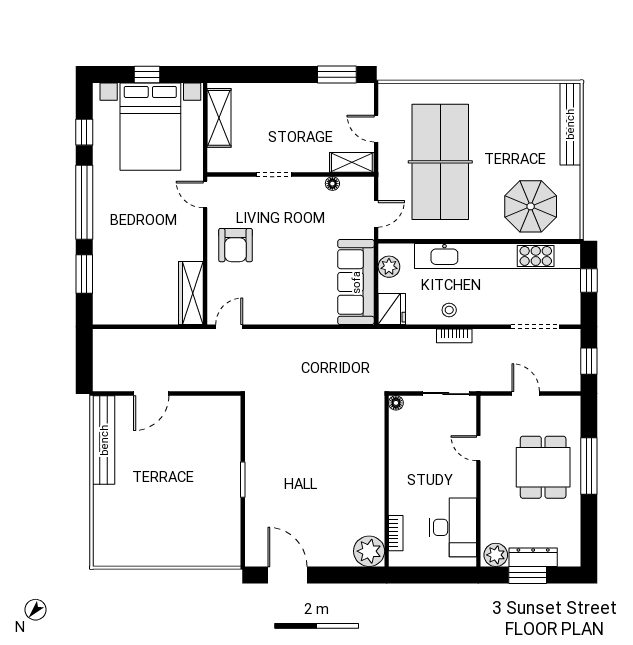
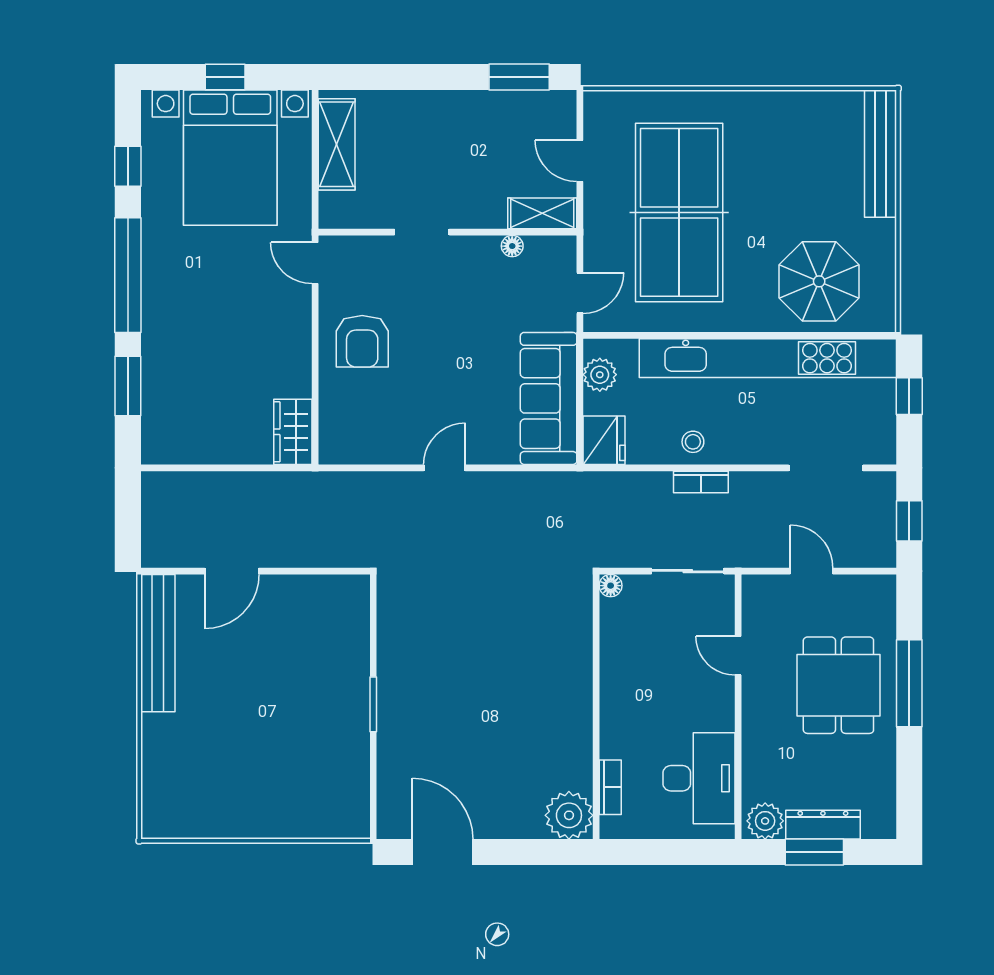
wardrobe: (191, 293) -> (293, 432), width x0.67
door: (229, 327) -> (444, 468), moved

